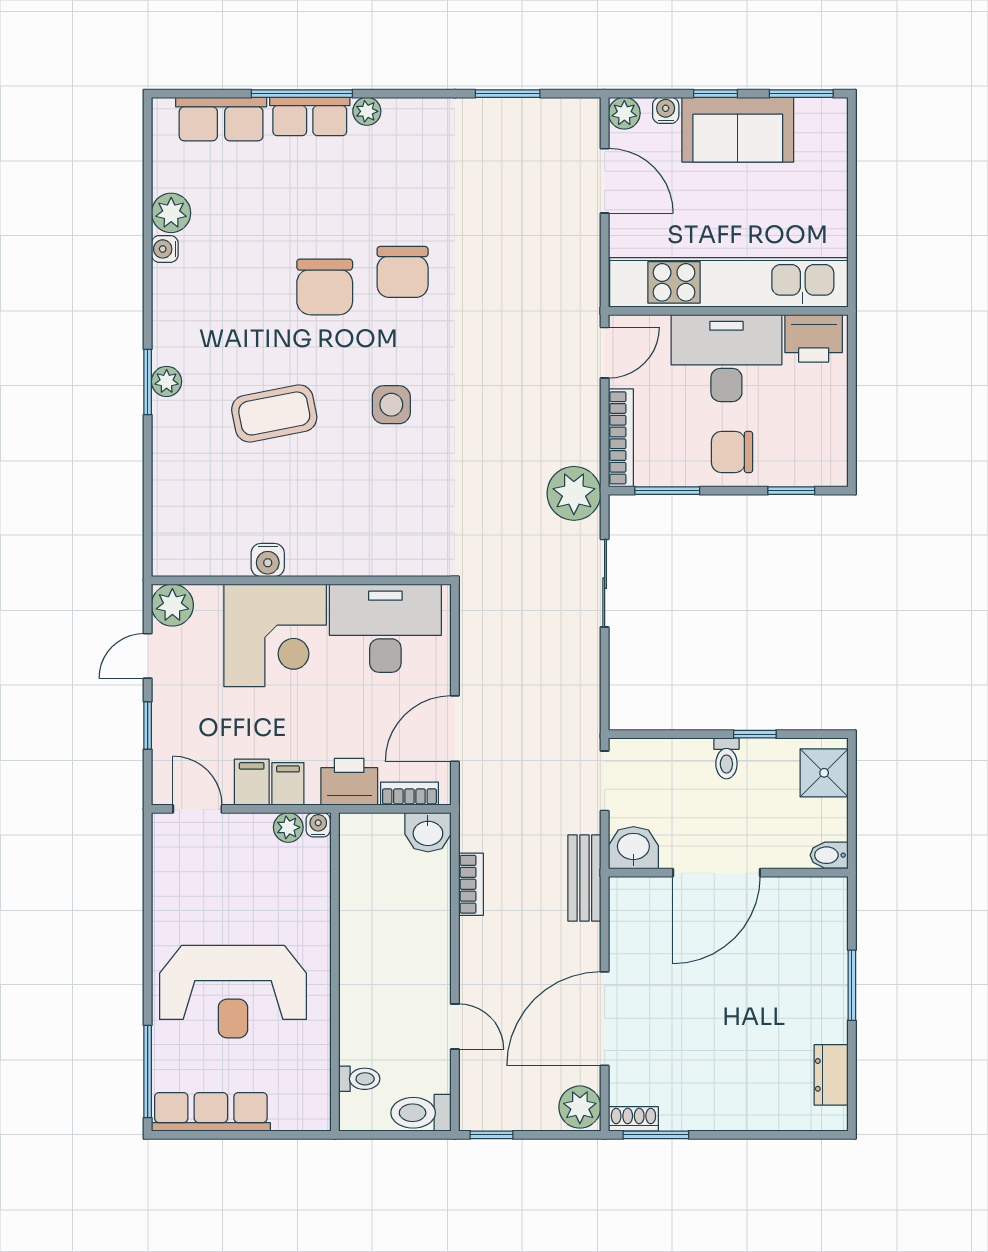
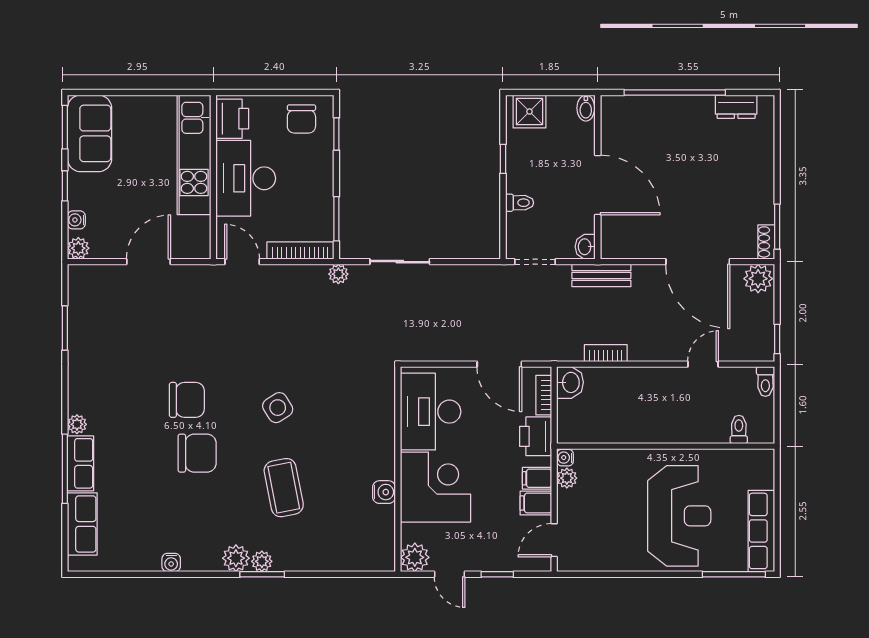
sofa: (738, 130) -> (90, 133), moved
door: (605, 181) -> (148, 262), moved
plant: (171, 213) -> (236, 558), moved
kitchen unit: (729, 282) -> (194, 155), width x0.73
side table: (391, 405) -> (278, 408), turned -32
chair: (732, 452) -> (301, 119), moved
plant: (574, 493) -> (338, 274), width x0.53, depth x0.53
toilet: (726, 758) -> (520, 203), moved
washbasin: (633, 848) -> (585, 247), width x0.72, depth x0.69
window: (852, 985) -> (675, 93), width x2.11
toilet: (421, 1113) -> (765, 382), width x0.73, depth x0.72

